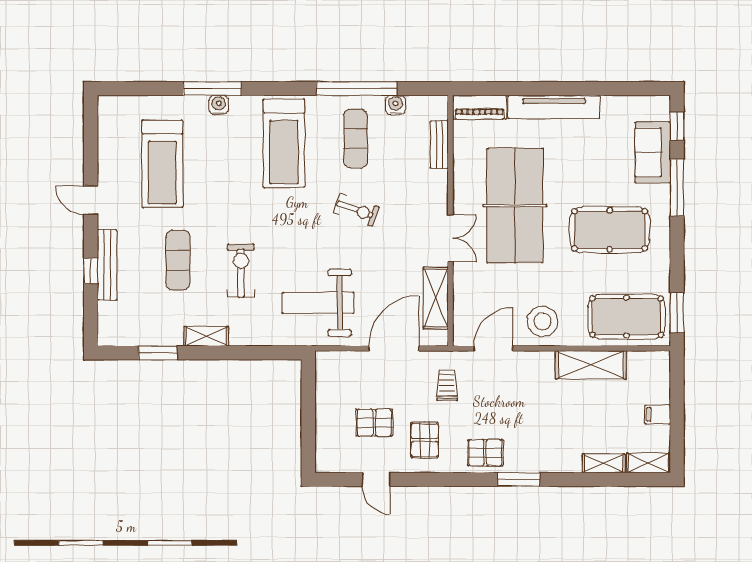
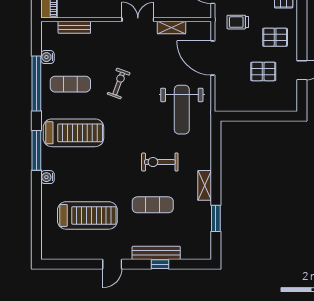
window: (212, 89) -> (36, 150), moved
shelving: (436, 298) -> (171, 28), width x0.67, depth x0.75
pallet: (374, 423) -> (263, 71), turned 90

